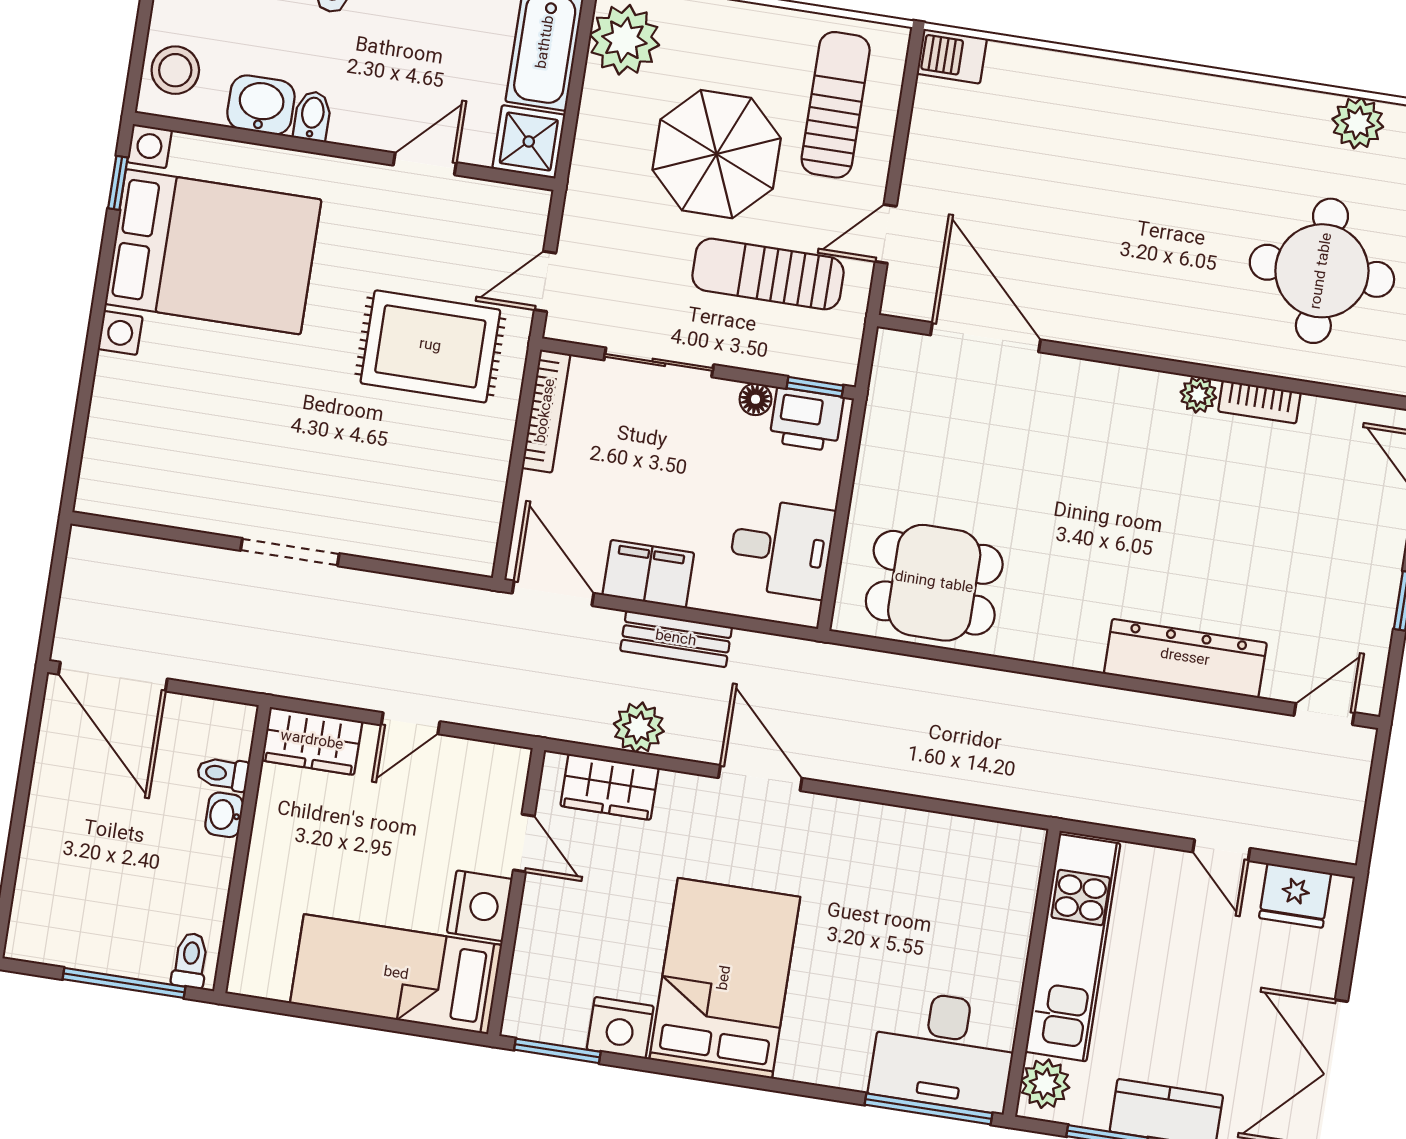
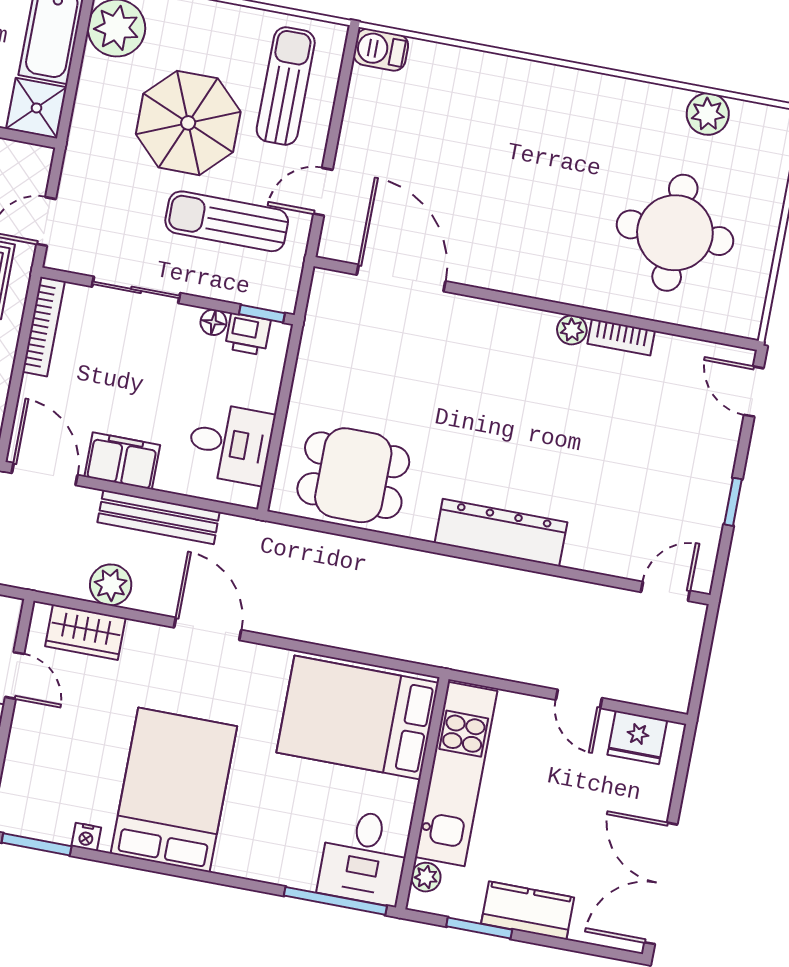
printer: (806, 419) -> (248, 334), width x0.73, depth x0.81
bench: (676, 639) -> (159, 517), width x1.36
dresser: (1185, 658) -> (501, 533), moved
bed: (949, 882) -> (357, 718), added
nightstand: (620, 1028) -> (86, 837), width x0.53, depth x0.56
desk: (944, 1051) -> (364, 857), width x0.73
plant: (1045, 1084) -> (426, 877), width x0.73, depth x0.73

